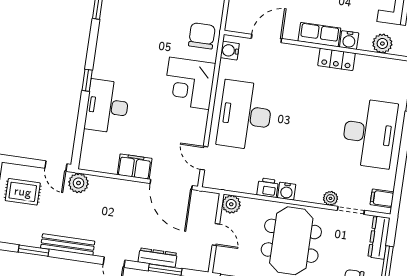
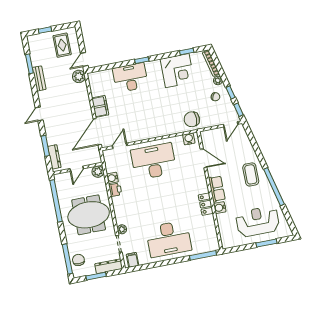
chair: (202, 36) -> (192, 119), turned 180
plant: (382, 44) -> (225, 228), removed
corner desk: (189, 83) -> (177, 71), moved, turned 180
water cooler: (287, 191) -> (112, 178), moved
bench: (68, 245) -> (39, 78), width x0.73
dresser: (158, 258) -> (54, 157), moved

